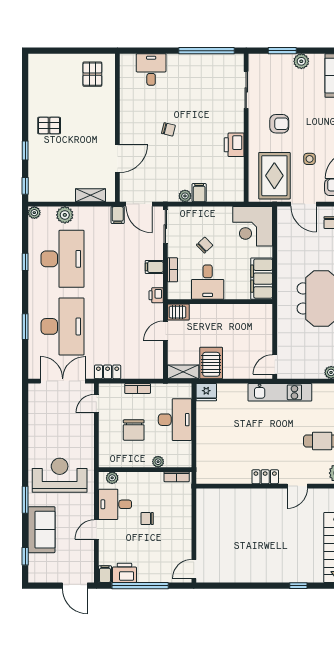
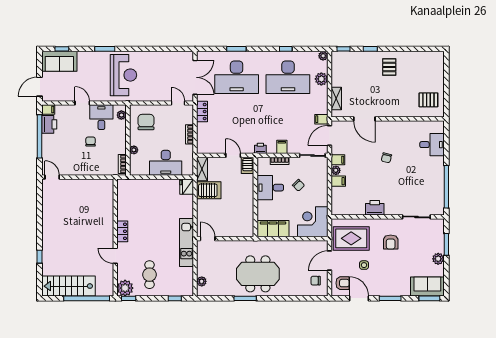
filing cabinet: (171, 193) -> (338, 160), added
chair: (134, 430) -> (146, 122), moved, turned 90
sofa: (41, 530) -> (59, 61), moved

